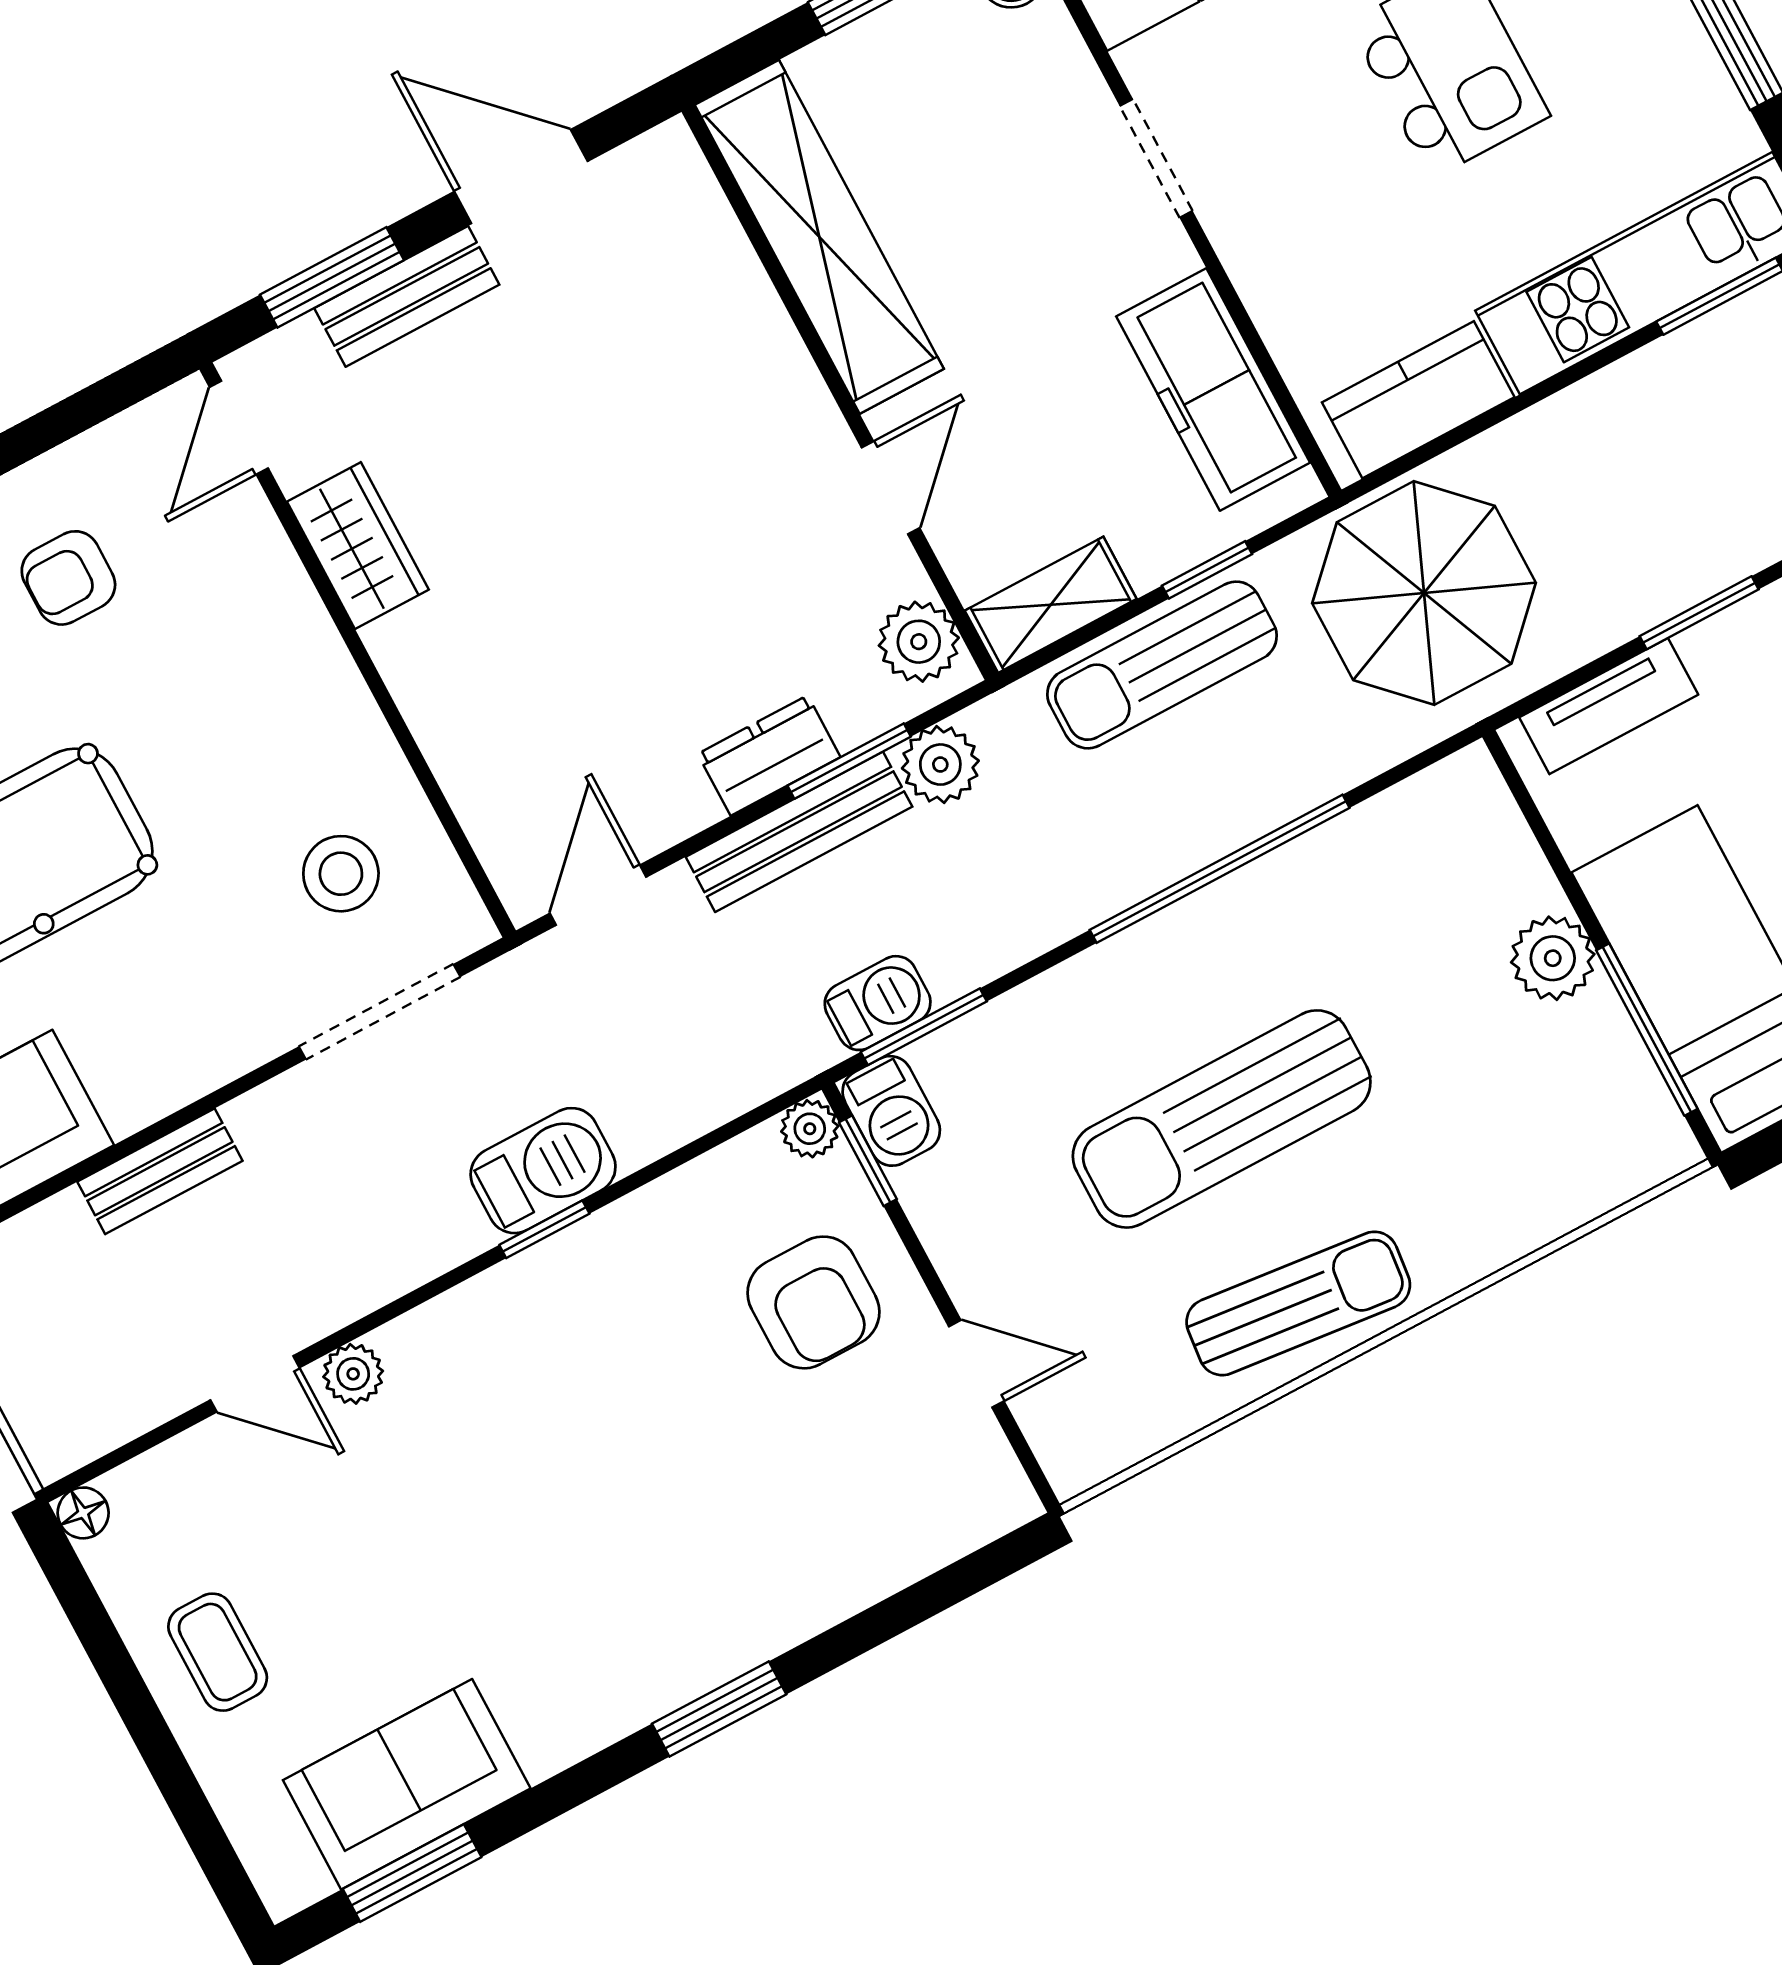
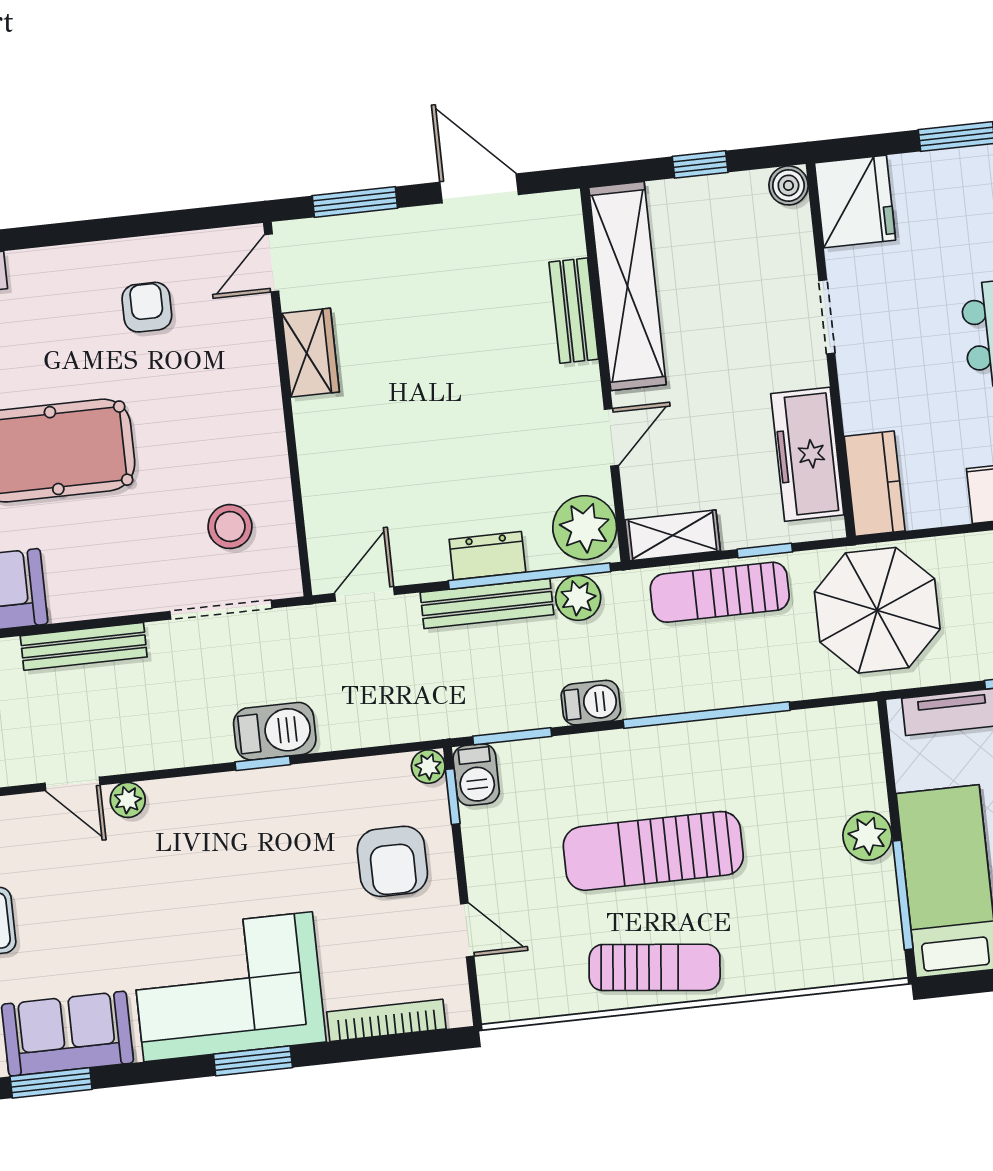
bench: (407, 296) -> (574, 311), moved, turned 90
kitchen counter: (1418, 400) -> (875, 484), moved, turned 90
armchair: (68, 578) -> (147, 307), turned 90
plant: (919, 642) -> (585, 528), width x1.36, depth x1.36
window: (849, 761) -> (529, 576), width x2.11
barbecue: (878, 1003) -> (591, 703), moved
bench: (160, 1171) -> (84, 646), width x1.36
bookcase: (906, 1559) -> (386, 1020), added
corner sofa: (632, 1607) -> (228, 987), added

